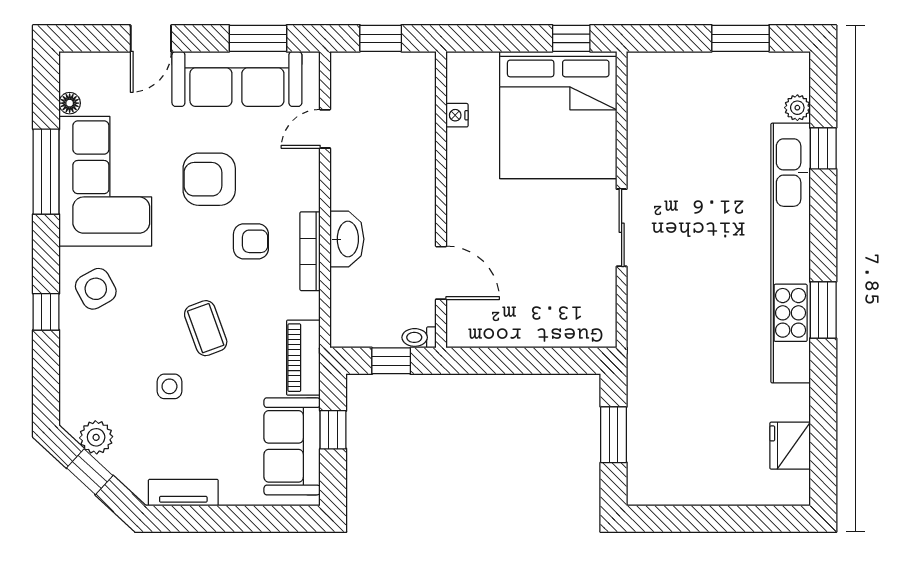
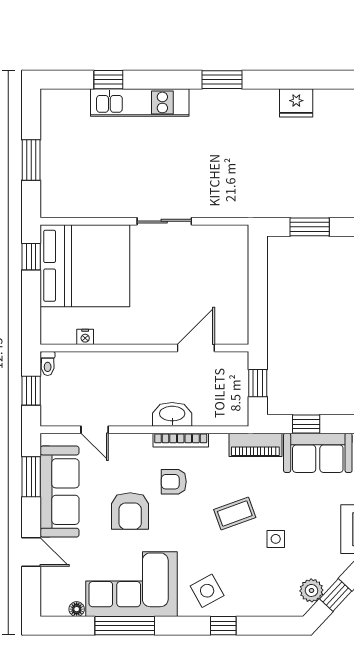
window: (740, 38) -> (31, 160), moved
plant: (797, 108) -> (80, 98), removed
armchair: (251, 241) -> (174, 482), turned -90
kitchen unit: (791, 253) -> (140, 102), width x0.54
toilet: (419, 337) -> (48, 364), moved
fridge: (790, 446) -> (296, 103), moved

